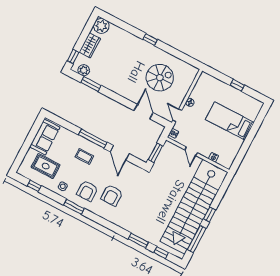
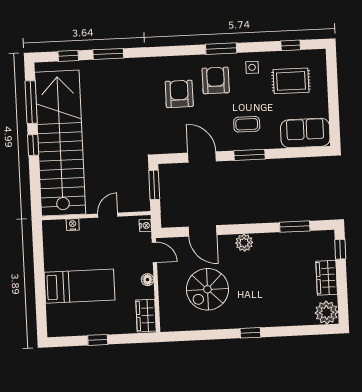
plant: (84, 70) -> (244, 243), moved
wardrobe: (202, 83) -> (146, 316), added
sofa: (45, 137) -> (305, 133), moved, turned 90
window: (93, 139) -> (249, 155), width x0.69
door: (191, 151) -> (108, 215), hinge flipped

